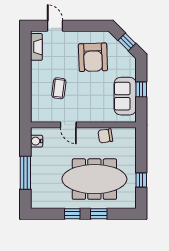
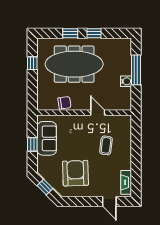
water cooler: (37, 141) -> (126, 81), moved

